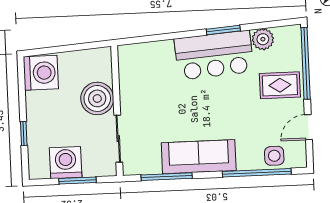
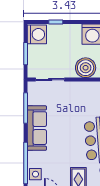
boiler: (97, 98) -> (86, 68), moved
washing machine: (66, 163) -> (37, 34), moved

